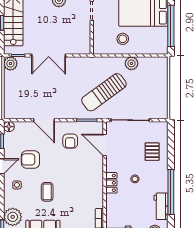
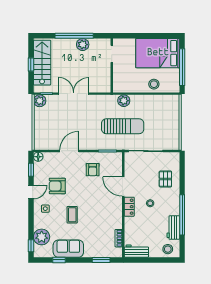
stool: (123, 39) -> (154, 84), moved
double door: (49, 56) -> (74, 94), swing flipped
plant: (131, 63) -> (124, 101), moved
sun lounger: (104, 92) -> (123, 126), turned -144
door: (44, 120) -> (69, 151), swing flipped
door: (105, 145) -> (123, 186), moved

